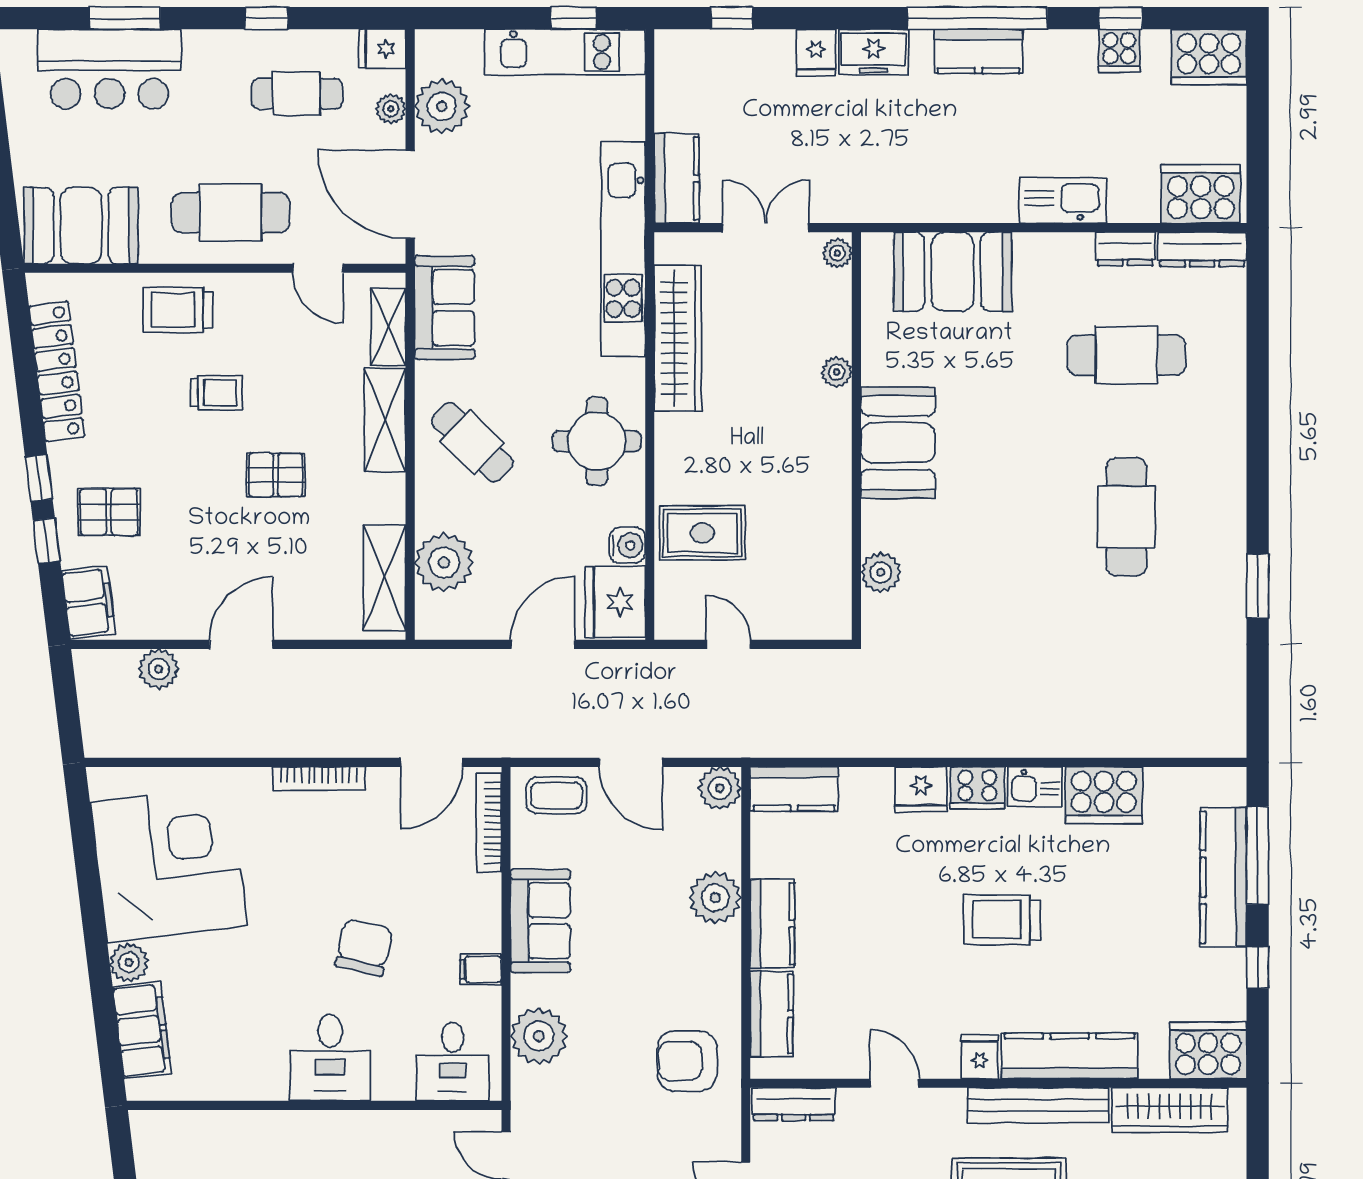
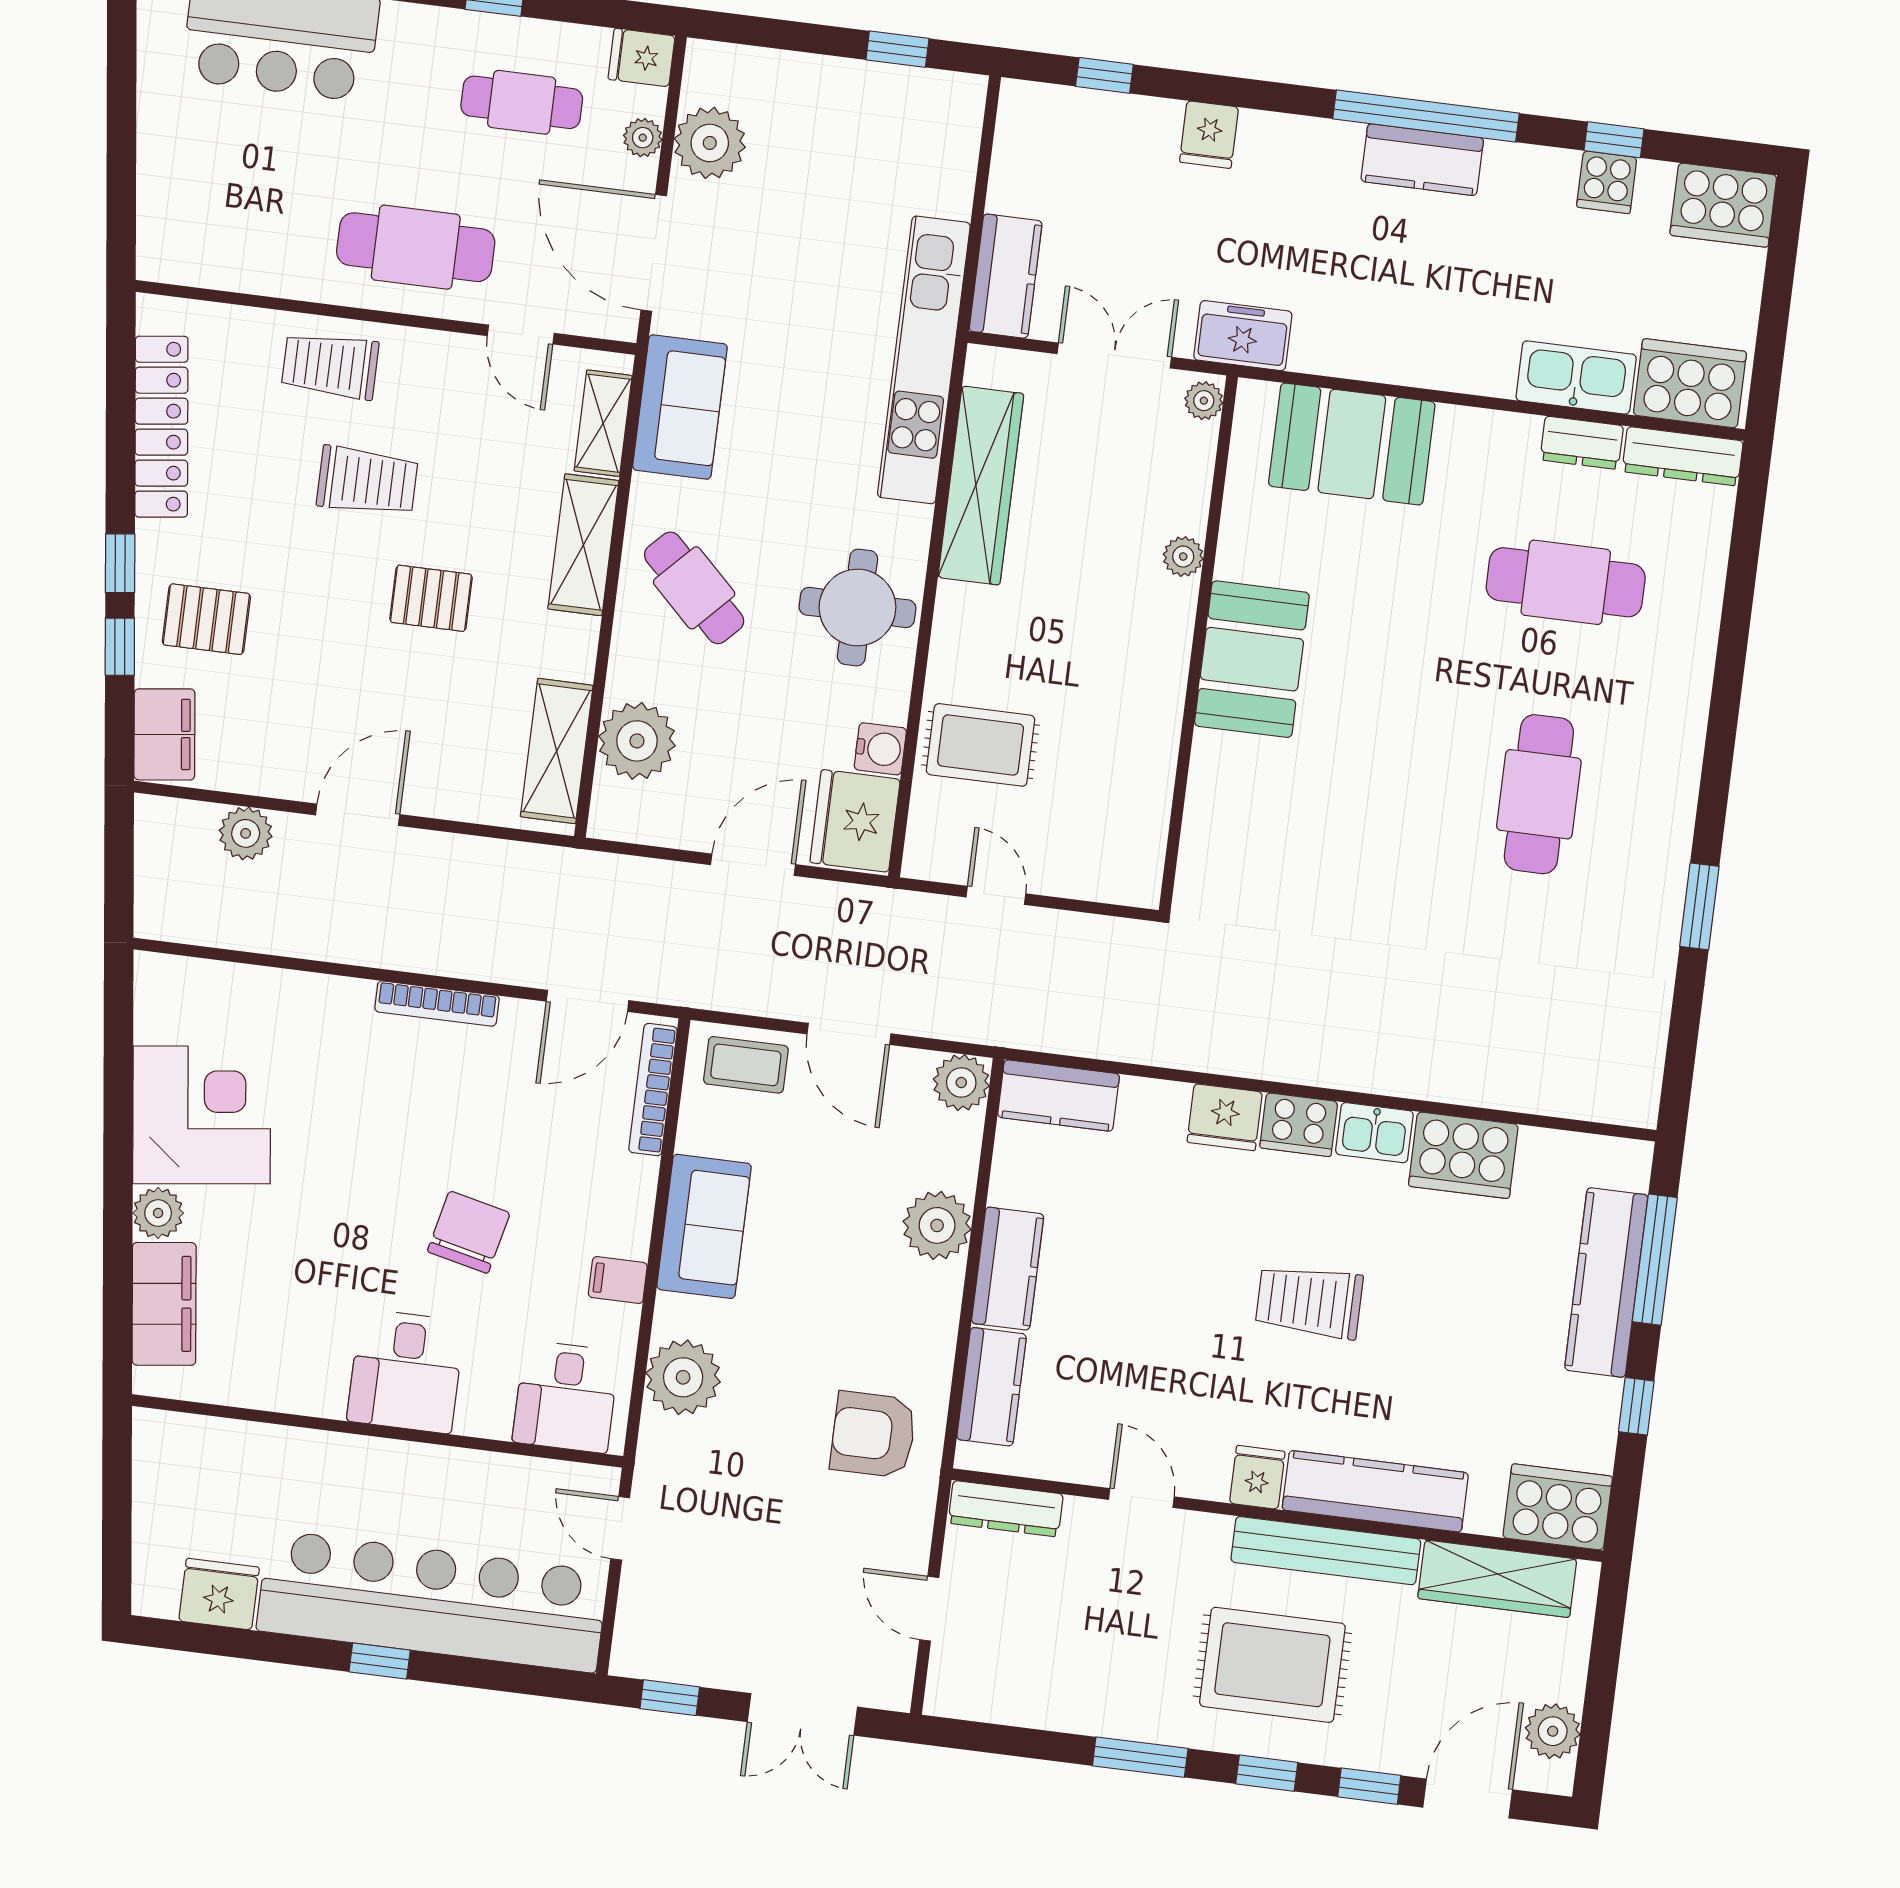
kitchen unit: (565, 52) -> (880, 92), removed
freezer: (874, 52) -> (1243, 336), moved, turned 180
kitchen sink: (1063, 200) -> (1576, 377), moved
booth: (81, 226) -> (217, 239), removed
trolley: (217, 393) -> (367, 481), width x1.36, depth x1.39
plant: (881, 572) -> (1208, 826), removed
corner desk: (169, 864) -> (202, 1115), width x0.74, depth x0.74

